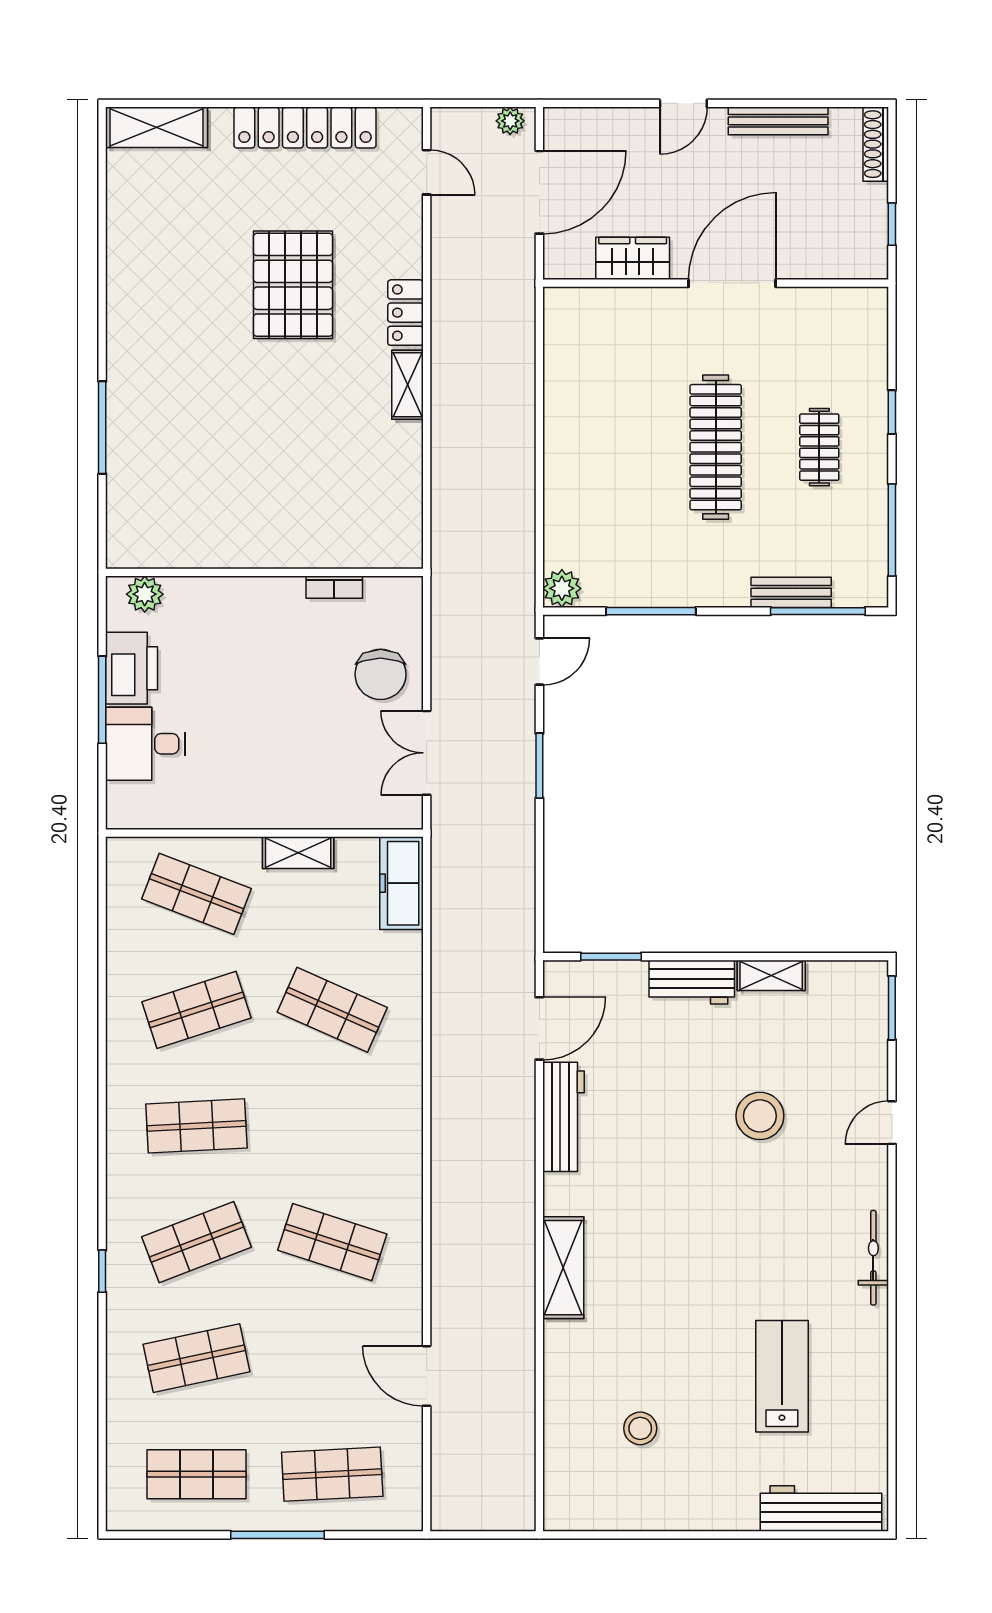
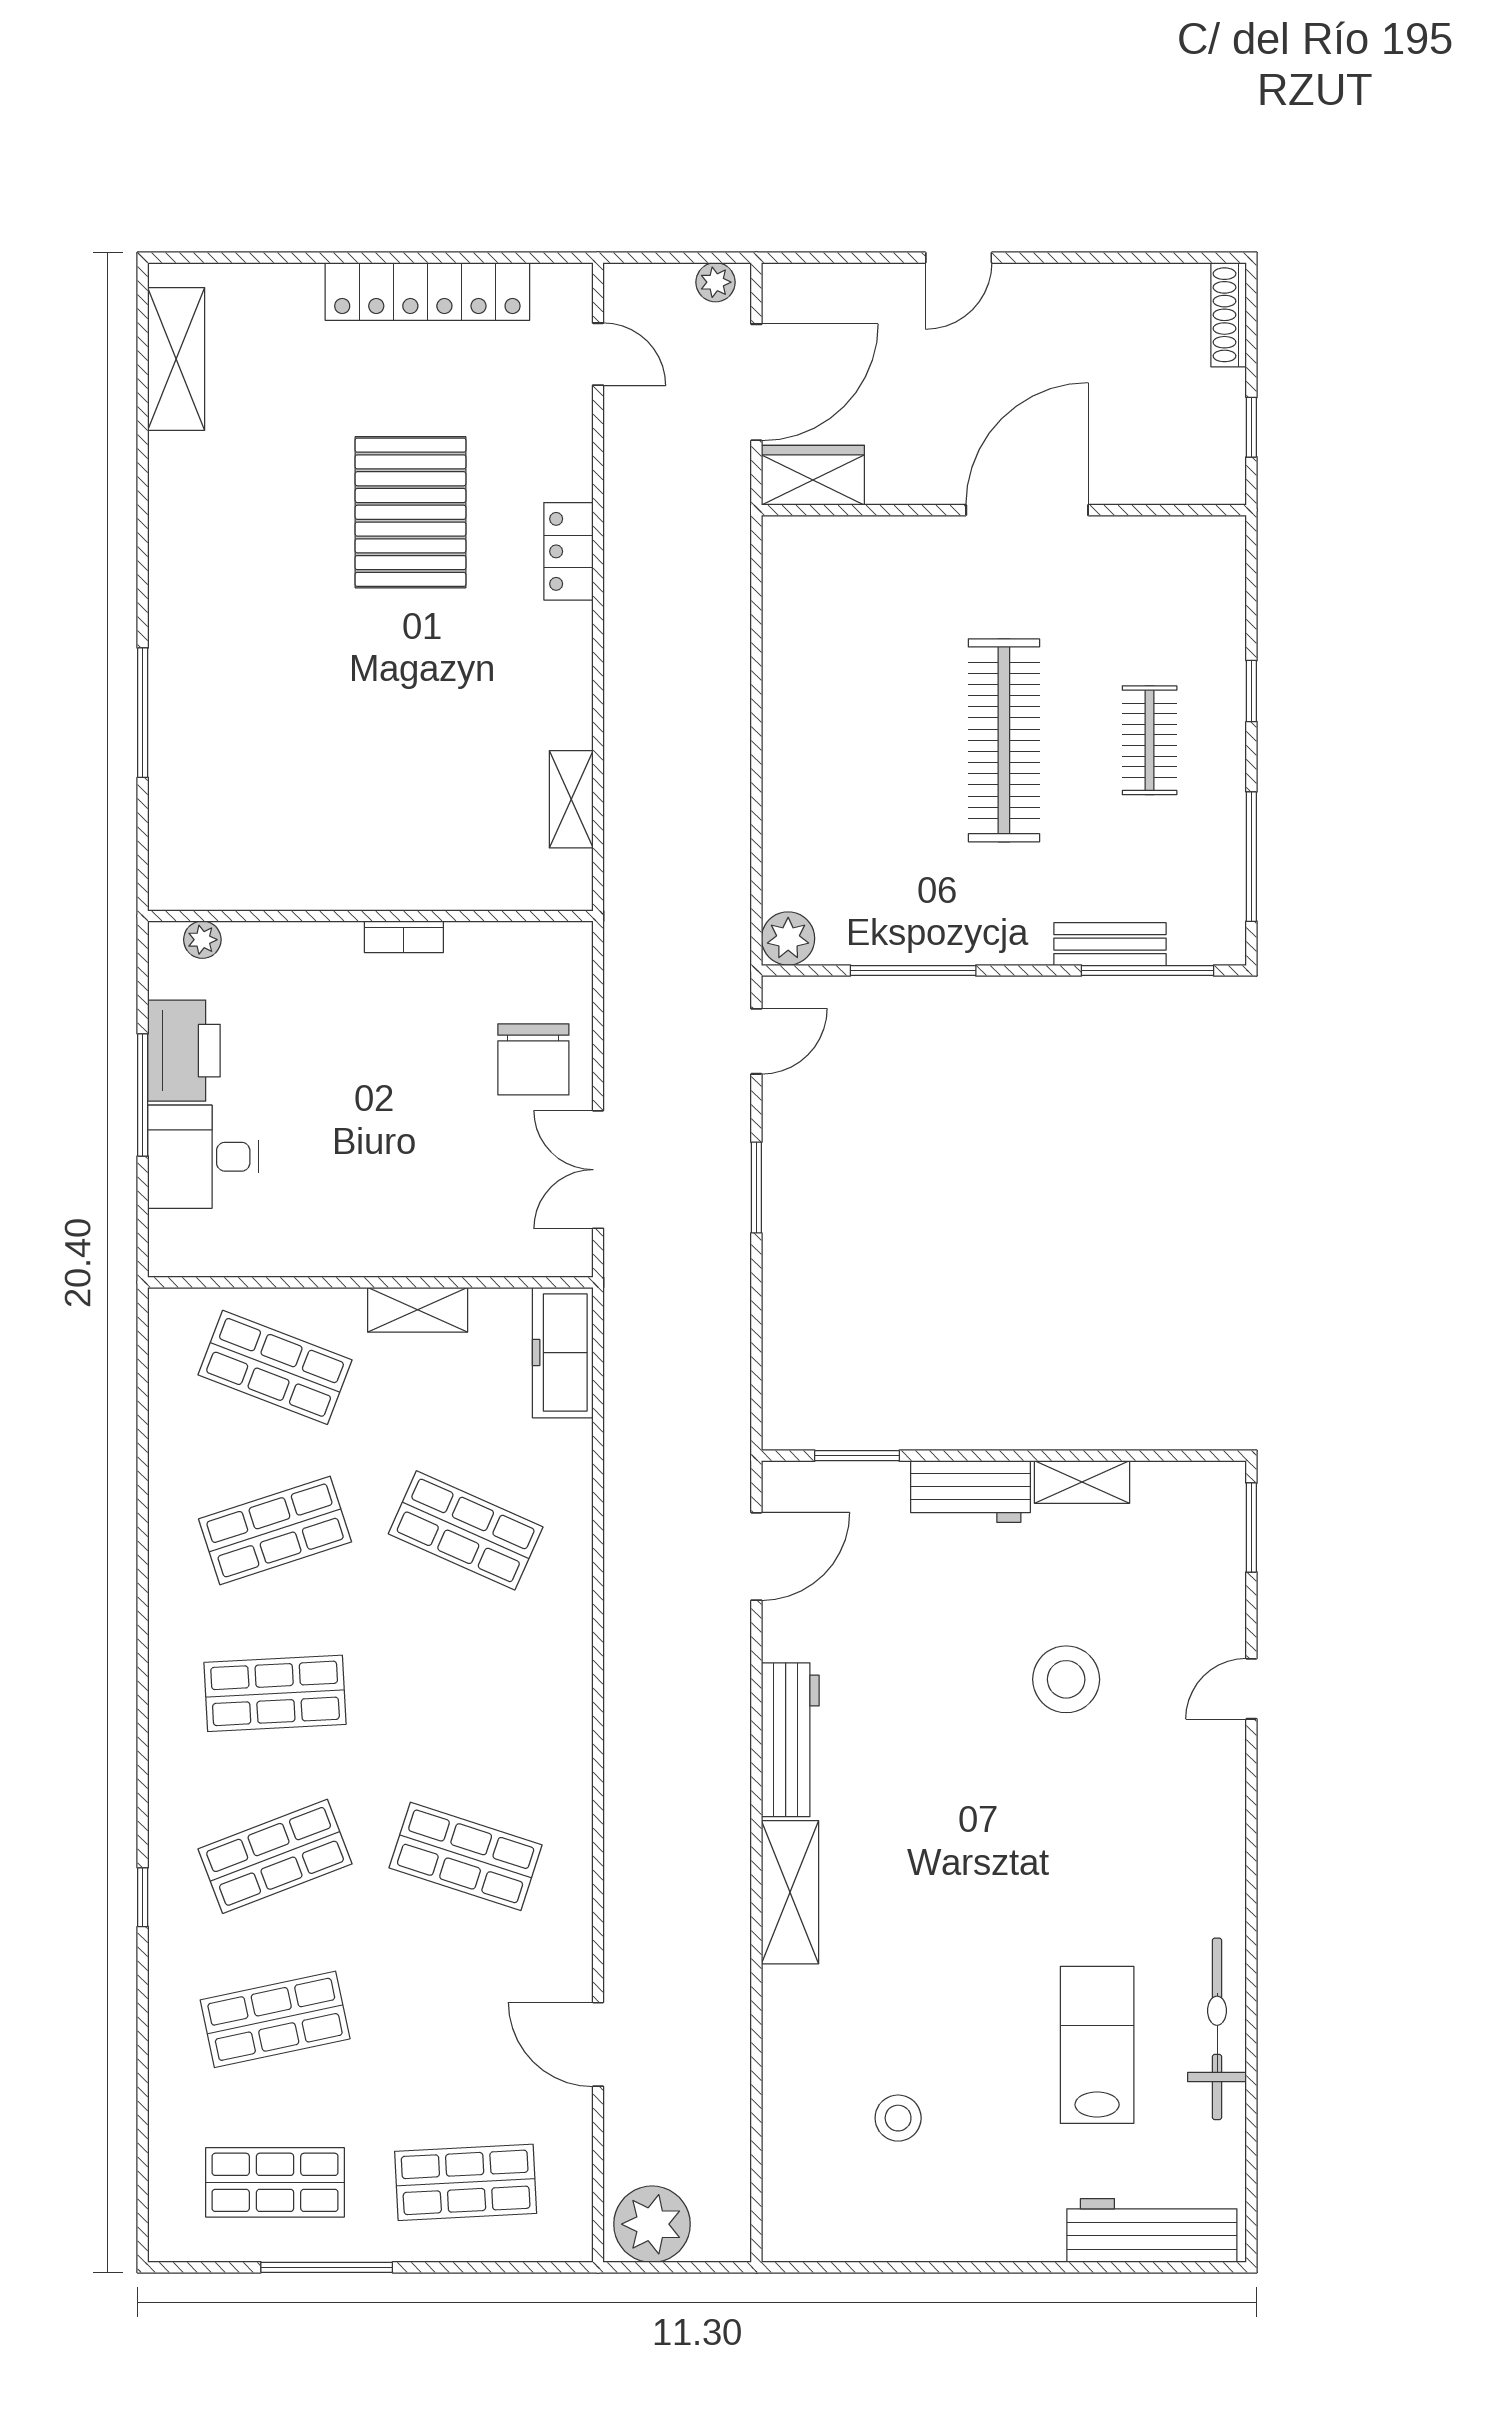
bench: (778, 121) -> (1092, 282), removed
shelving: (156, 127) -> (176, 359), moved, turned 90
wardrobe: (633, 258) -> (813, 475), moved
shelving: (407, 385) -> (571, 799), moved
bookcase: (334, 587) -> (404, 937), moved
plant: (145, 594) -> (202, 940), width x0.73, depth x0.73
workbench: (563, 1117) -> (790, 1740), moved
bicycle: (873, 1258) -> (1217, 2029), moved, width x1.37, depth x1.40
plant: (465, 1504) -> (652, 2224), added
window: (278, 1535) -> (327, 2267), moved

